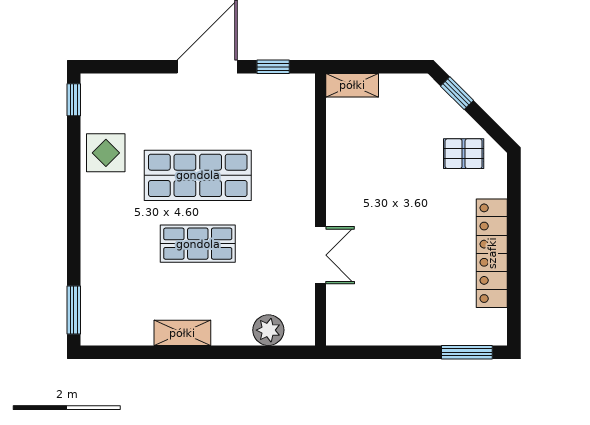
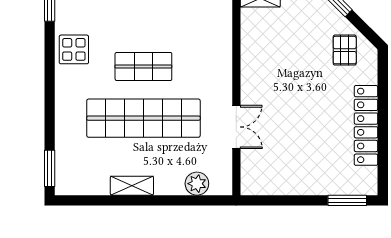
pallet: (464, 154) -> (345, 50), turned 90
shop shelf: (198, 175) -> (143, 66), width x0.70, depth x0.74
shop shelf: (198, 244) -> (143, 118), width x2.00, depth x1.36

